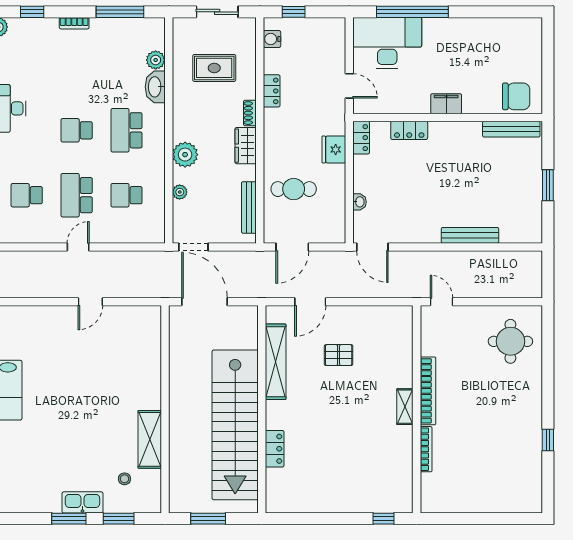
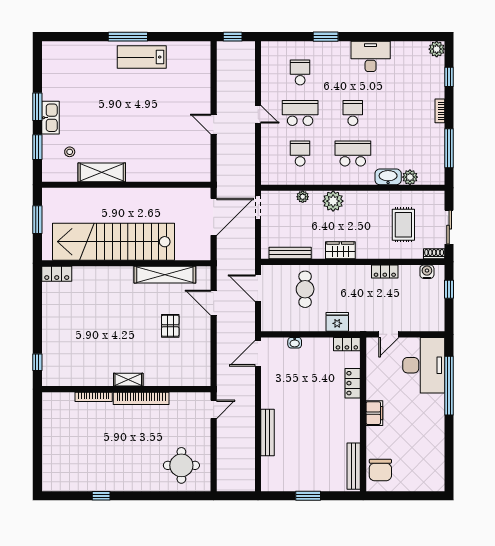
shoe rack: (250, 113) -> (434, 254), moved
locker: (275, 449) -> (57, 274), moved

